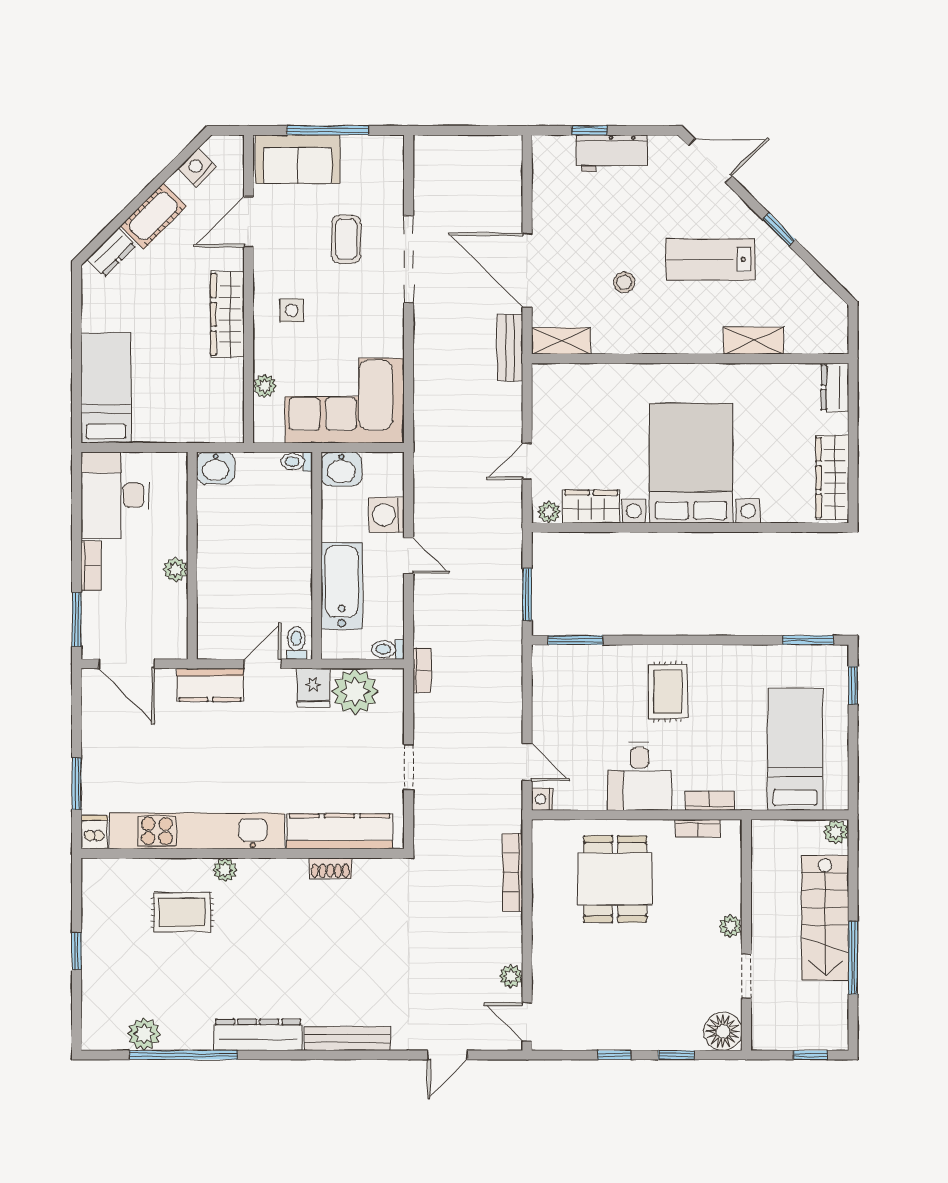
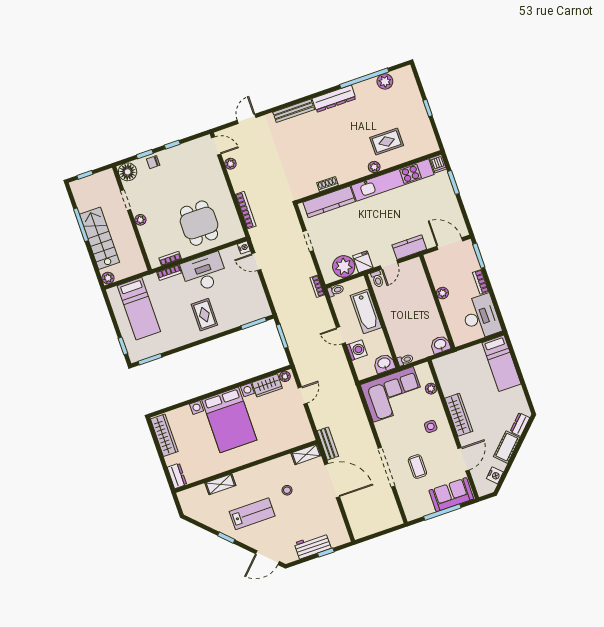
desk: (639, 776) -> (204, 273), width x1.37
chair: (665, 1033) -> (153, 162), added

